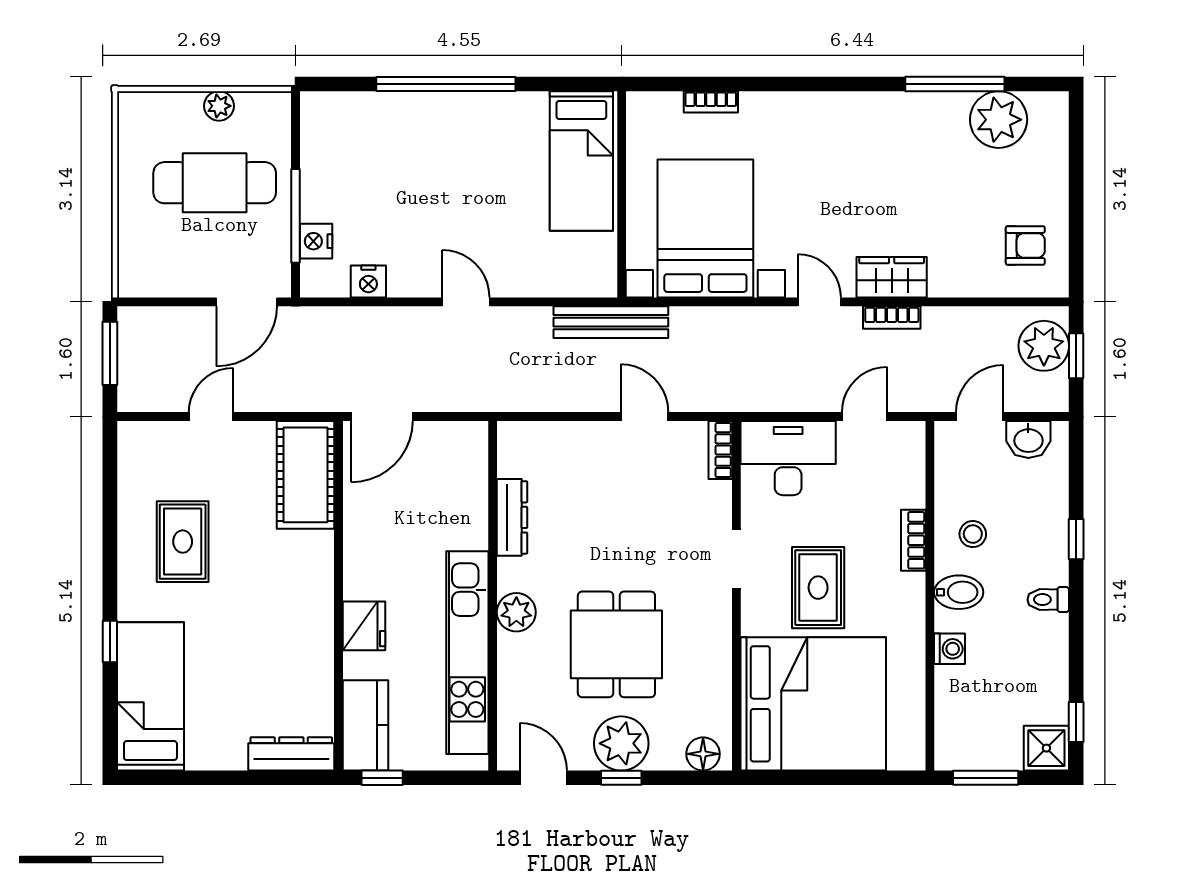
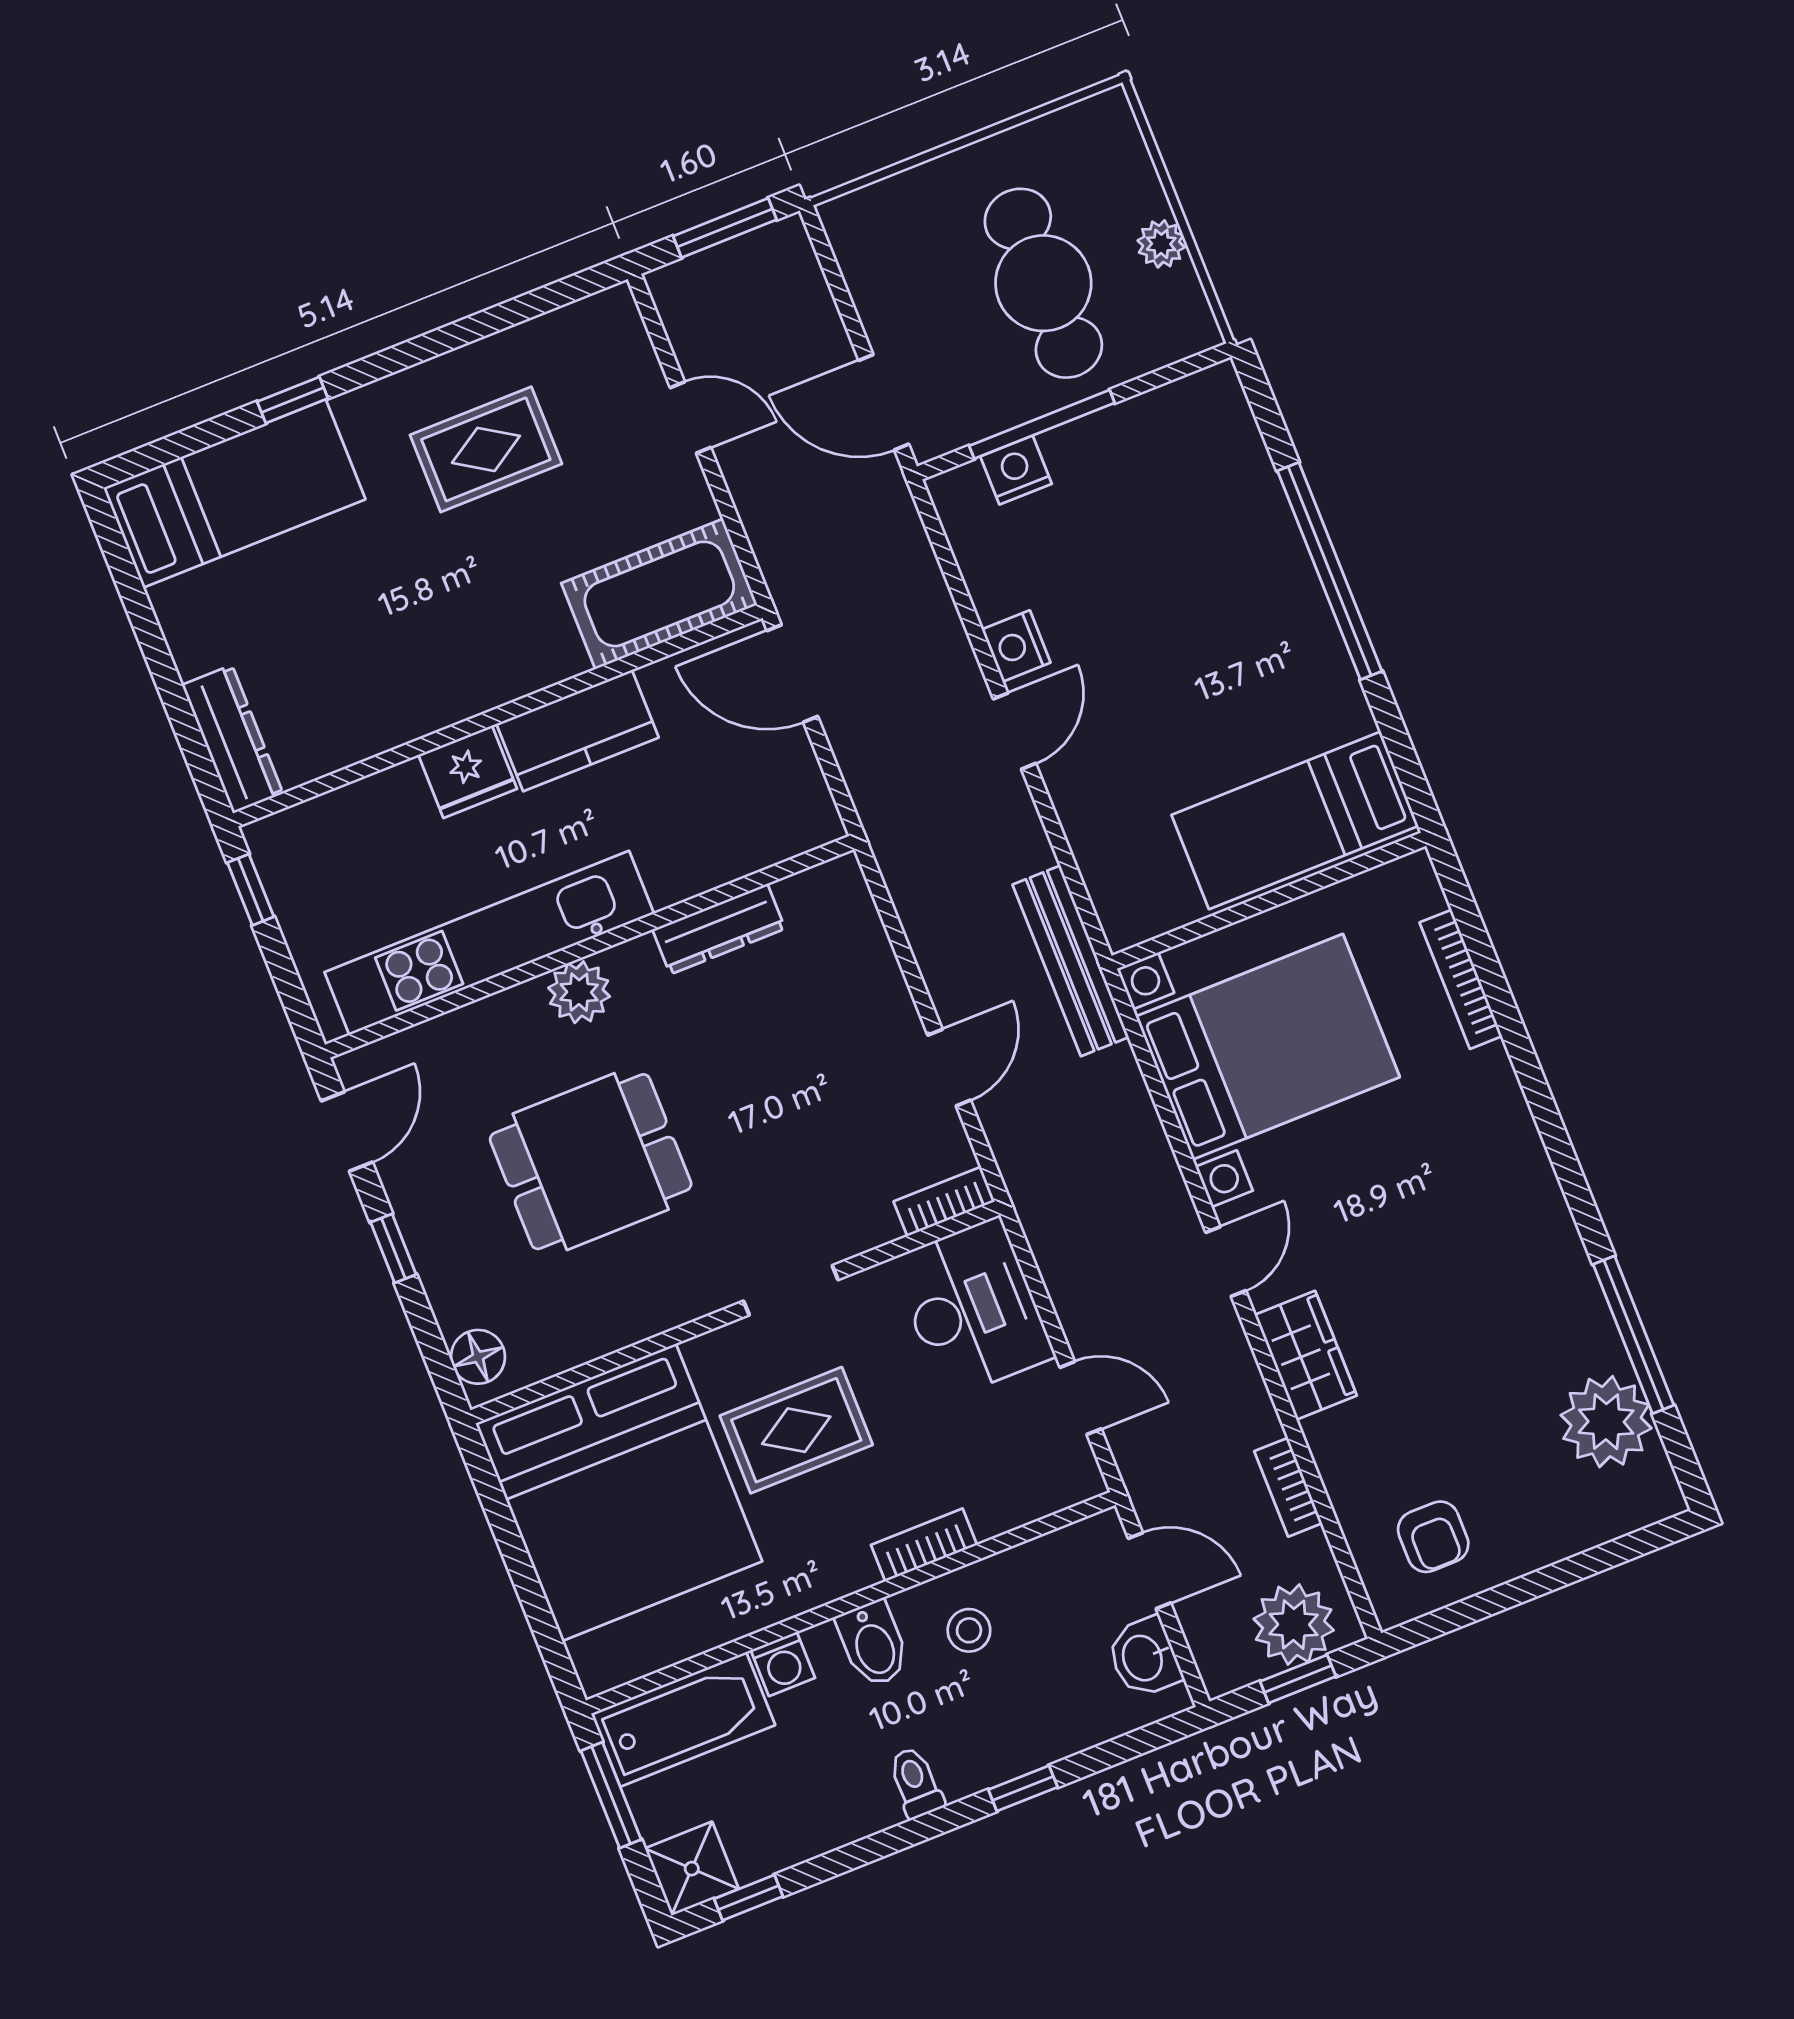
bookcase: (711, 102) -> (1461, 979), width x1.56
nightstand: (368, 281) -> (1016, 646), moved
bookcase: (892, 318) -> (1288, 1487), moved
bathtub: (959, 719) -> (683, 1719), added
kitchen counter: (365, 725) -> (577, 731), moved
plant: (621, 743) -> (445, 1228), removed

